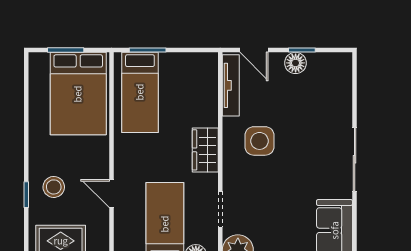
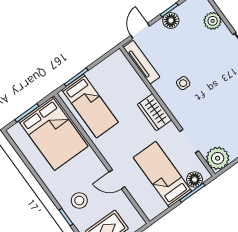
door: (254, 50) -> (140, 31), swing flipped
plant: (341, 96) -> (213, 21), added
side table: (259, 141) -> (183, 83), width x0.54, depth x0.54

